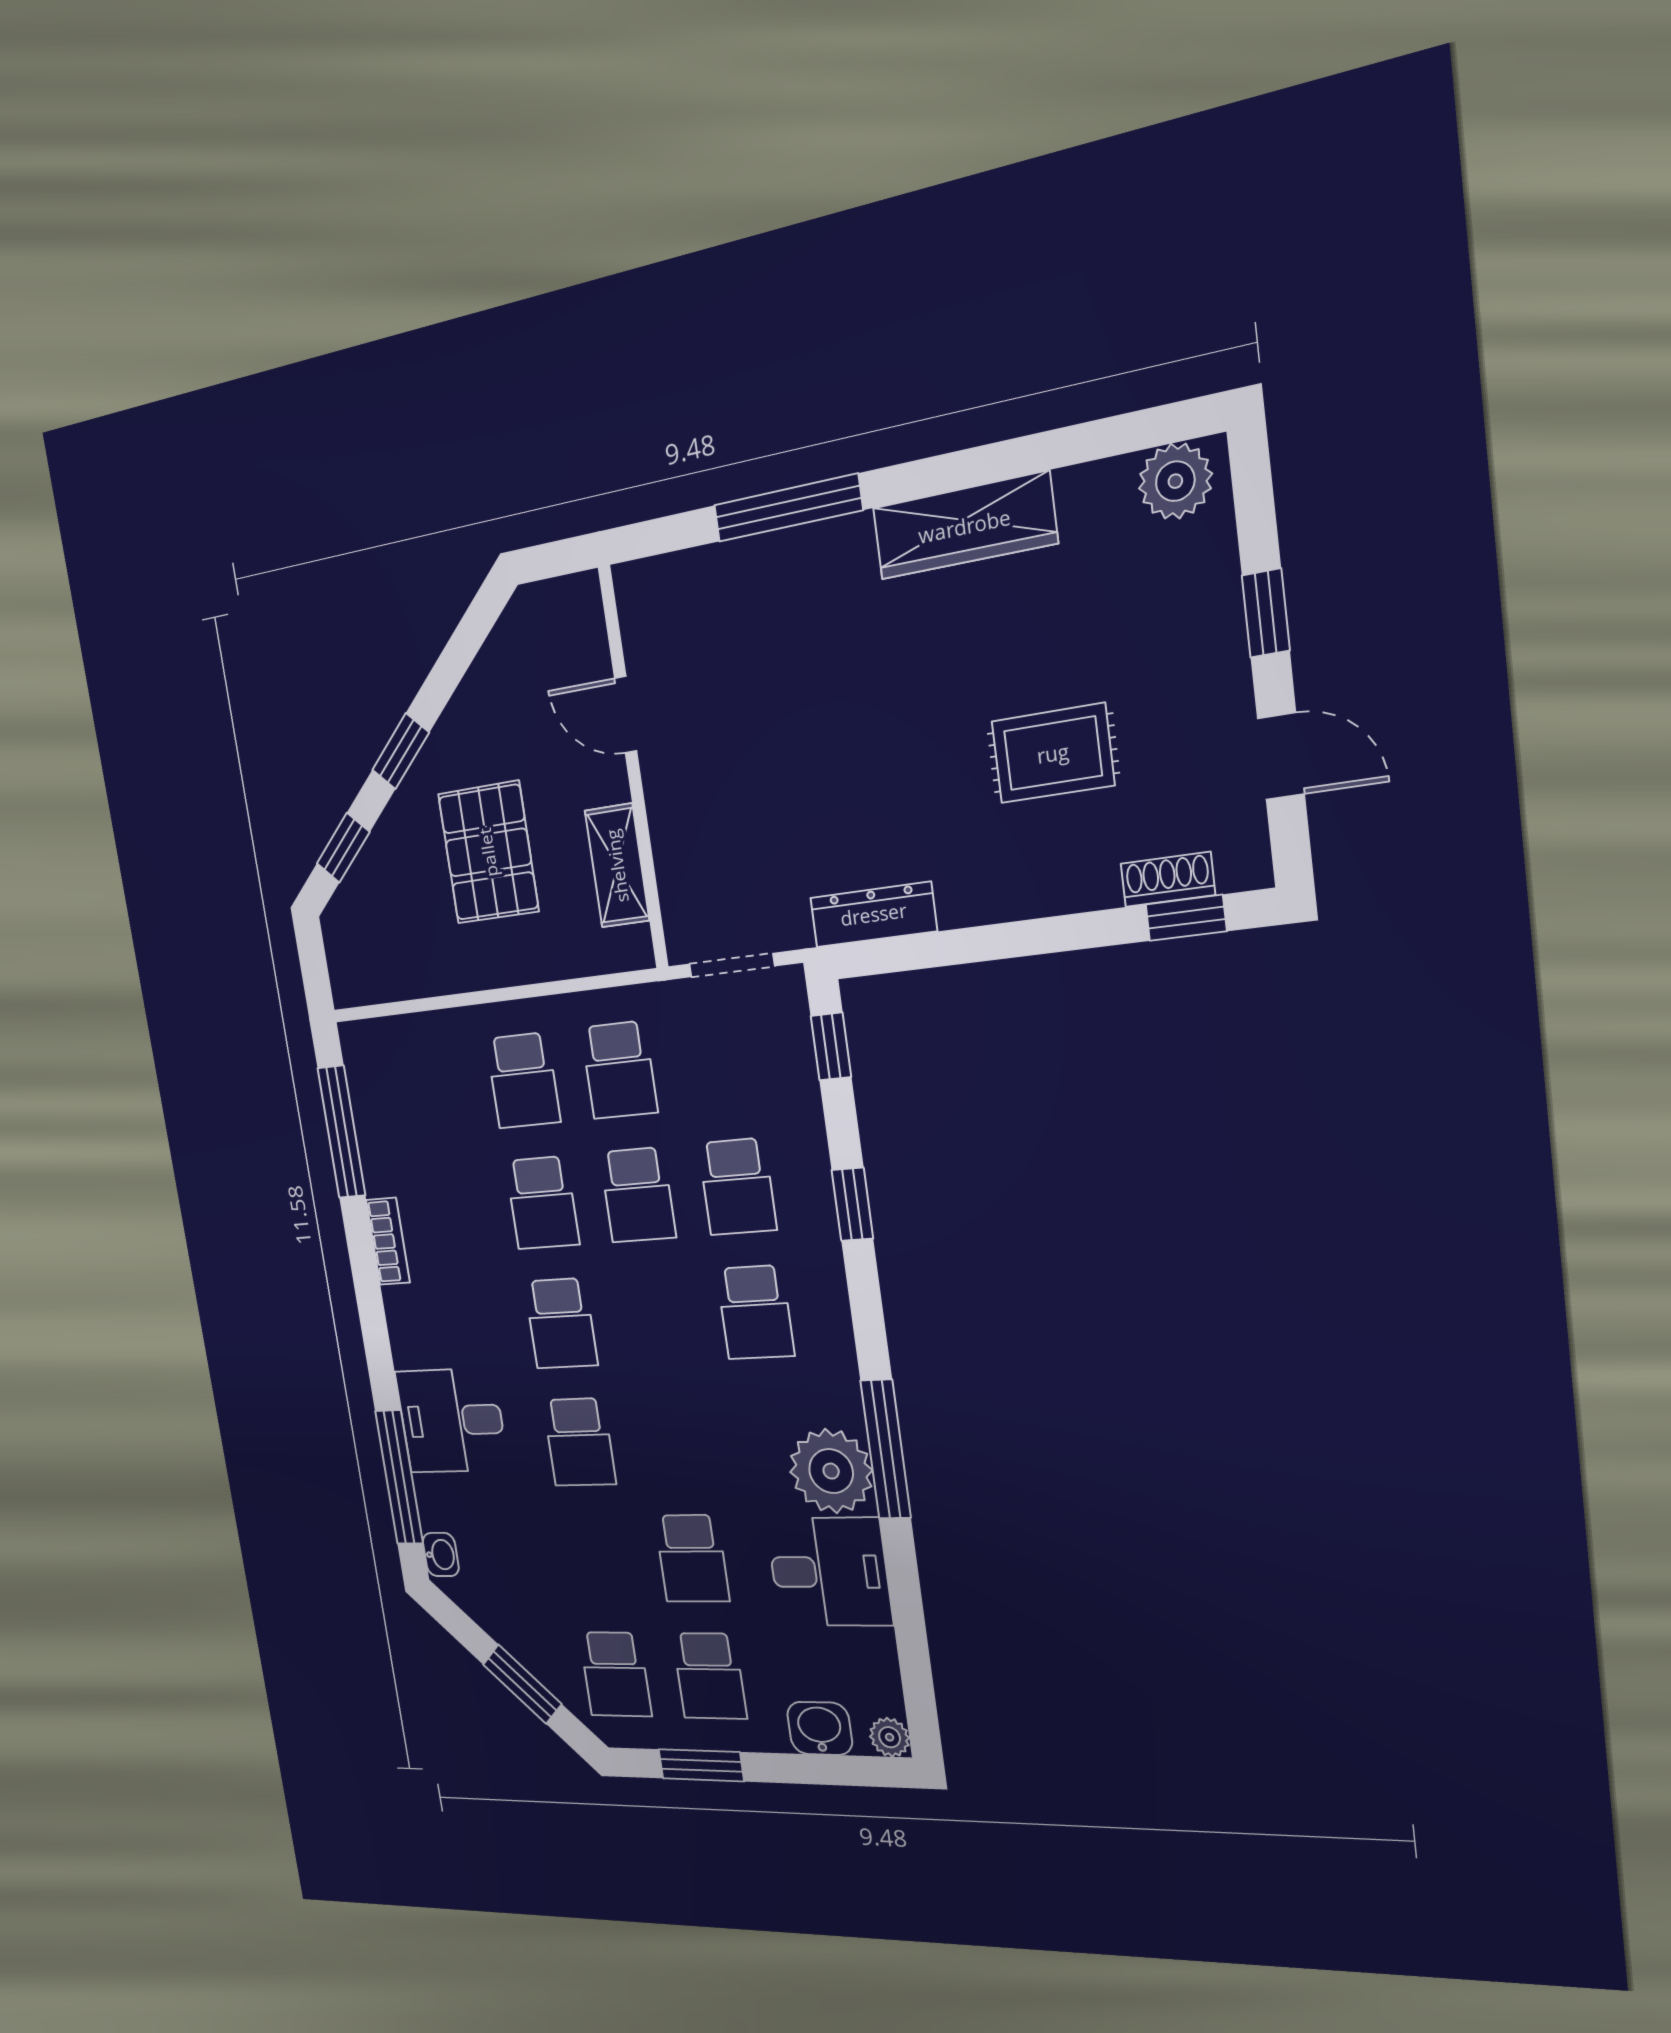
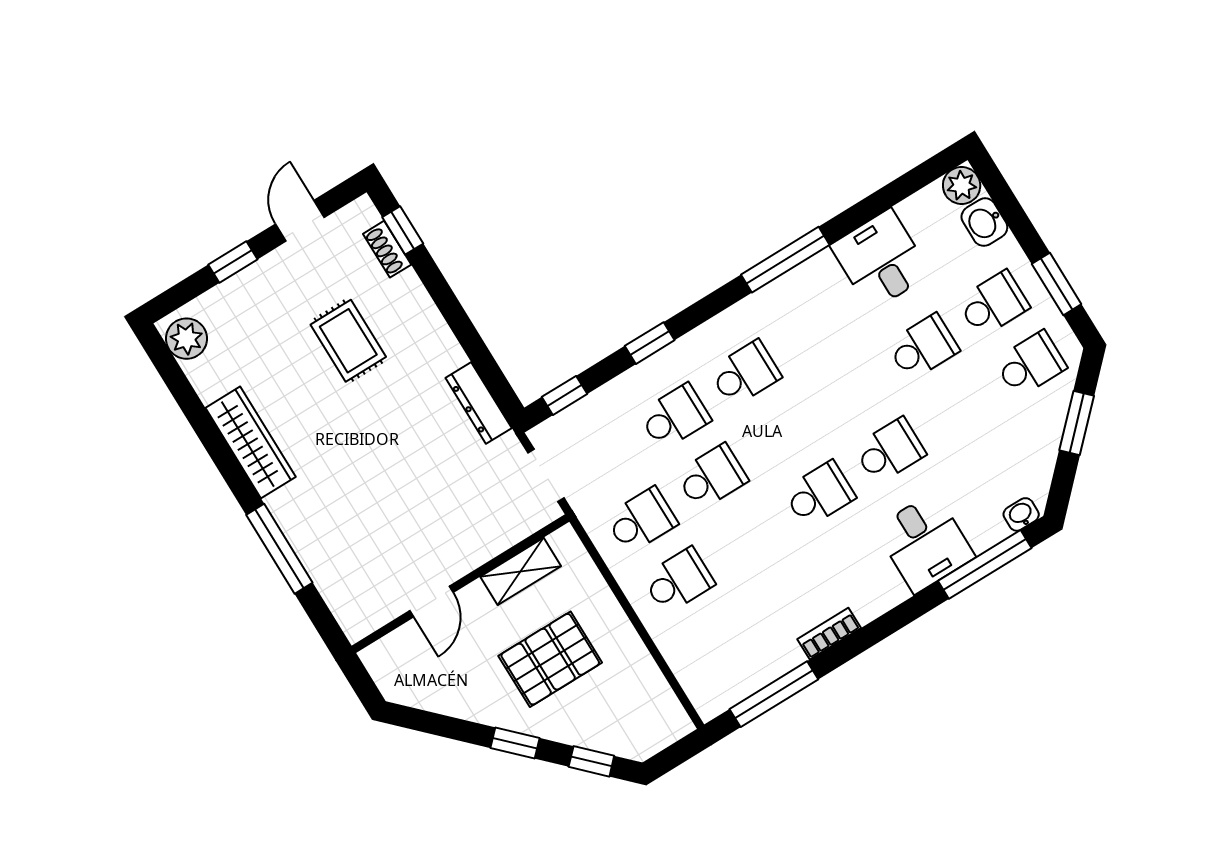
school desk: (542, 1203) -> (749, 537), removed
plant: (831, 1471) -> (817, 286), removed
plant: (890, 1737) -> (962, 186), width x1.38, depth x1.38

